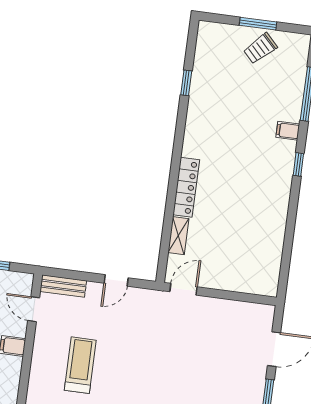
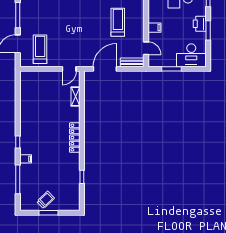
locker: (186, 187) -> (75, 138), moved
door: (116, 280) -> (105, 69), width x1.87
treadmill: (233, 334) -> (40, 49), added
treadmill: (80, 365) -> (118, 22), turned 180

